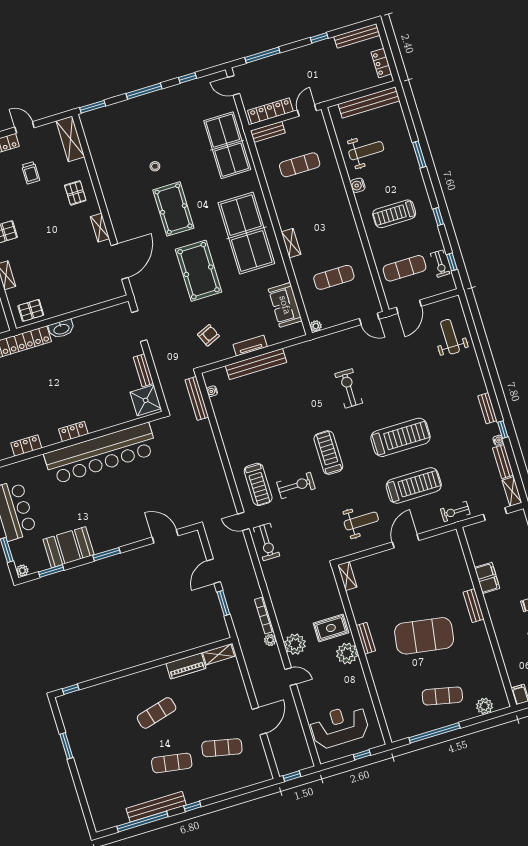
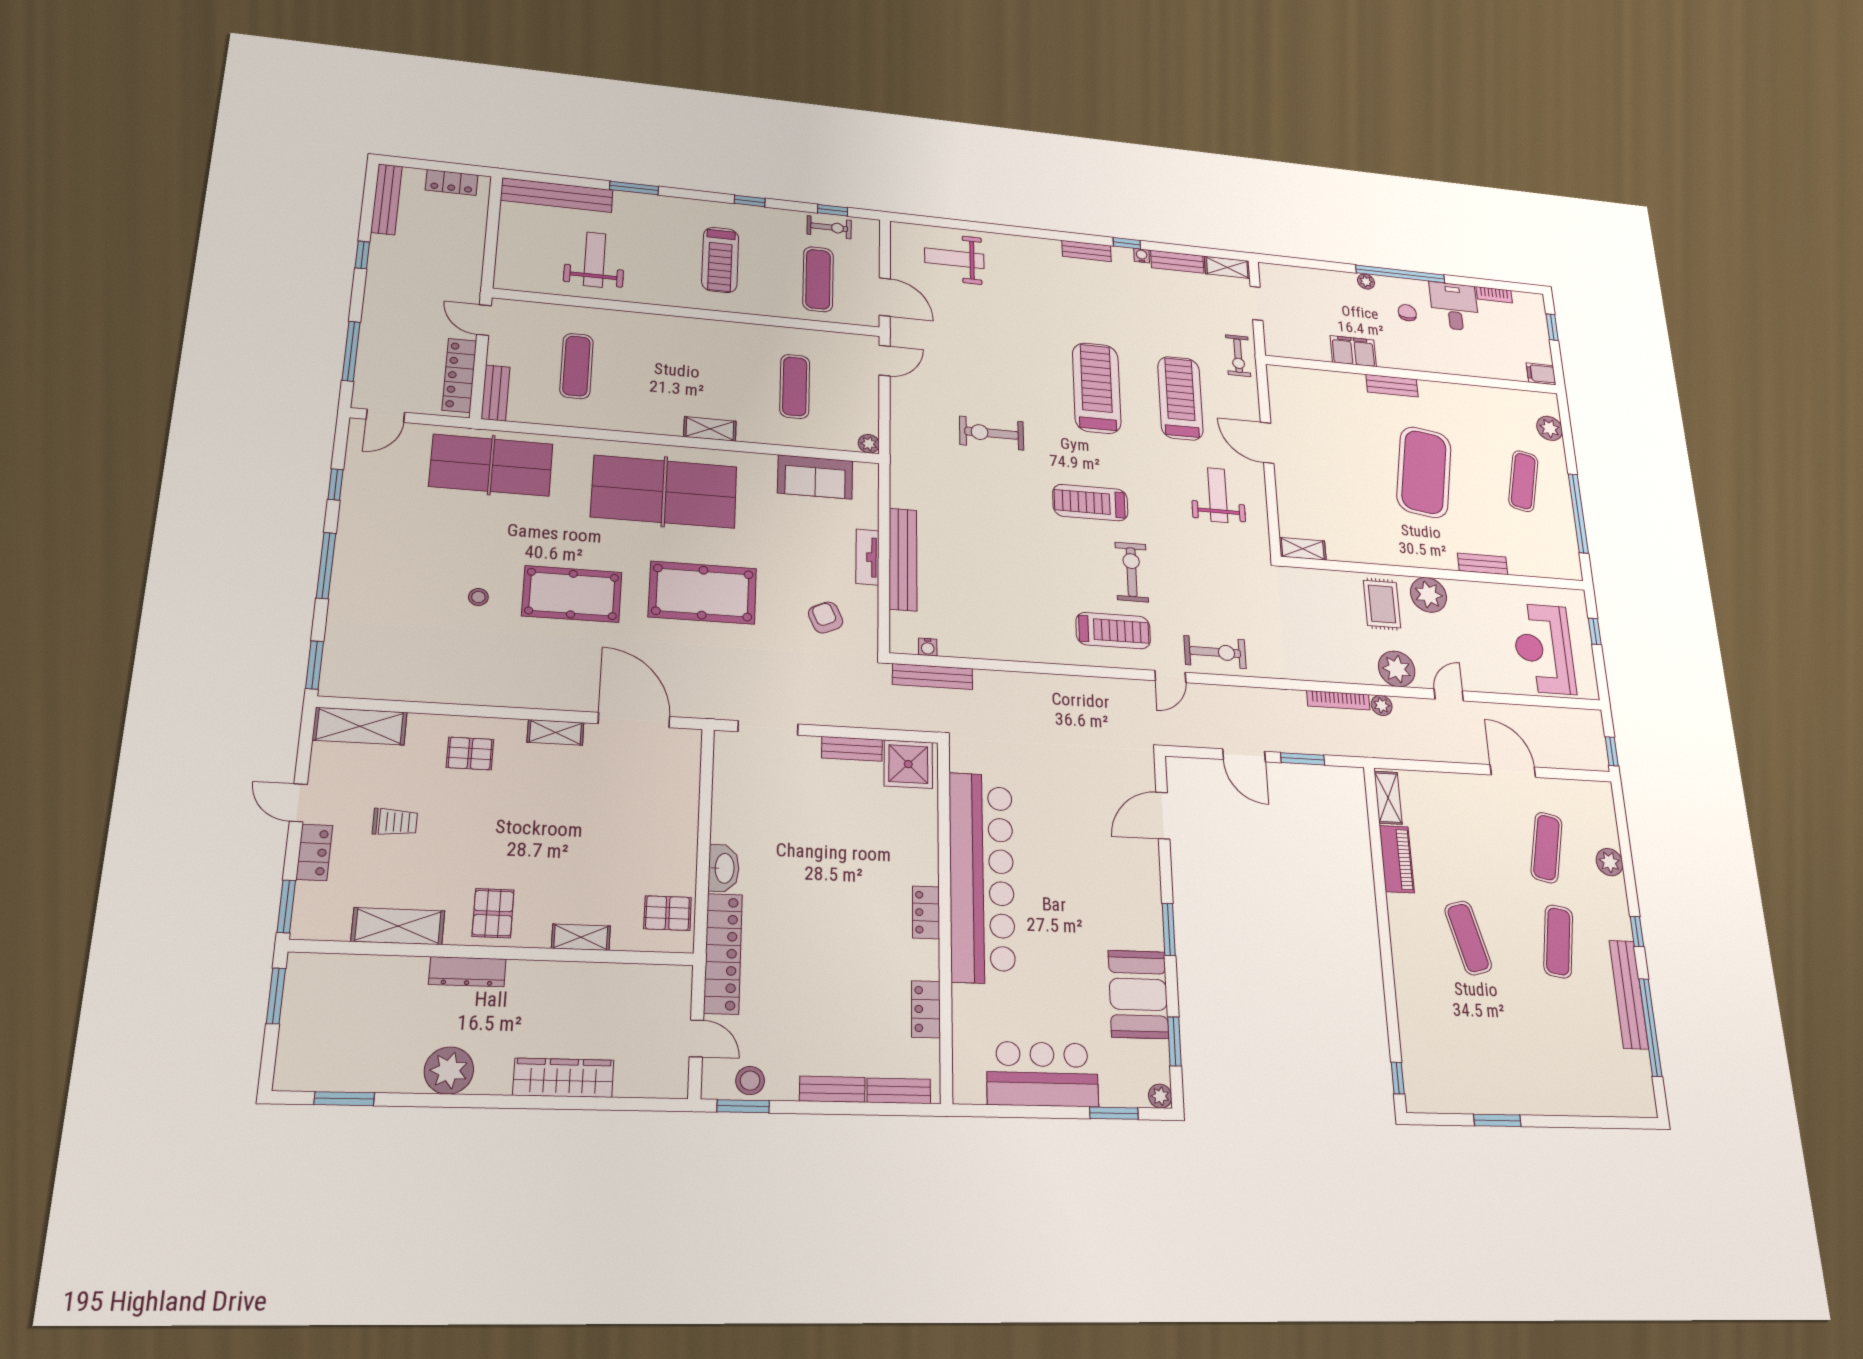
bench: (369, 102) -> (557, 195), moved, turned 90
door: (25, 127) -> (298, 803), hinge flipped
water cooler: (358, 185) -> (649, 294), removed
pallet: (31, 310) -> (668, 913), turned 90
bench: (366, 638) -> (1483, 564), moved
plant: (226, 785) -> (1610, 862), added

